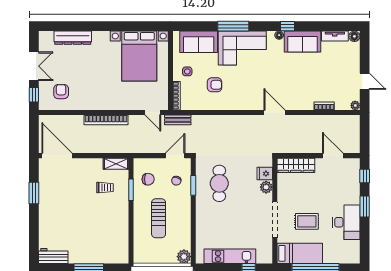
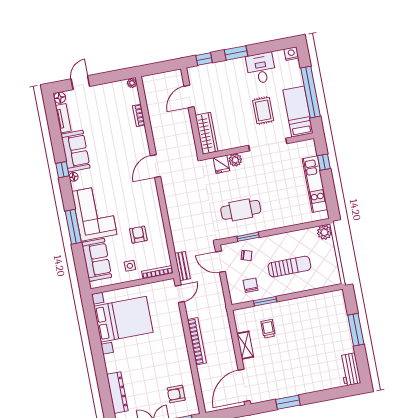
door: (365, 81) -> (80, 83), moved
shelving: (116, 164) -> (245, 345), moved
desk: (346, 222) -> (261, 68), width x0.73
nightstand: (354, 257) -> (291, 54), added

